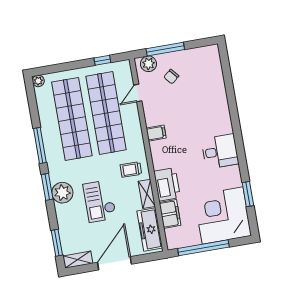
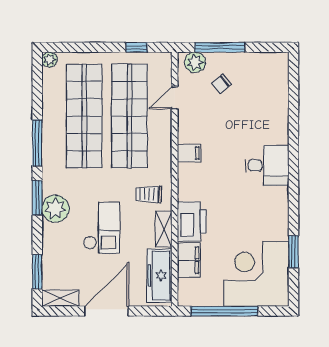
desk: (220, 151) -> (267, 165), moved
checkout: (100, 201) -> (101, 228), turned 180

